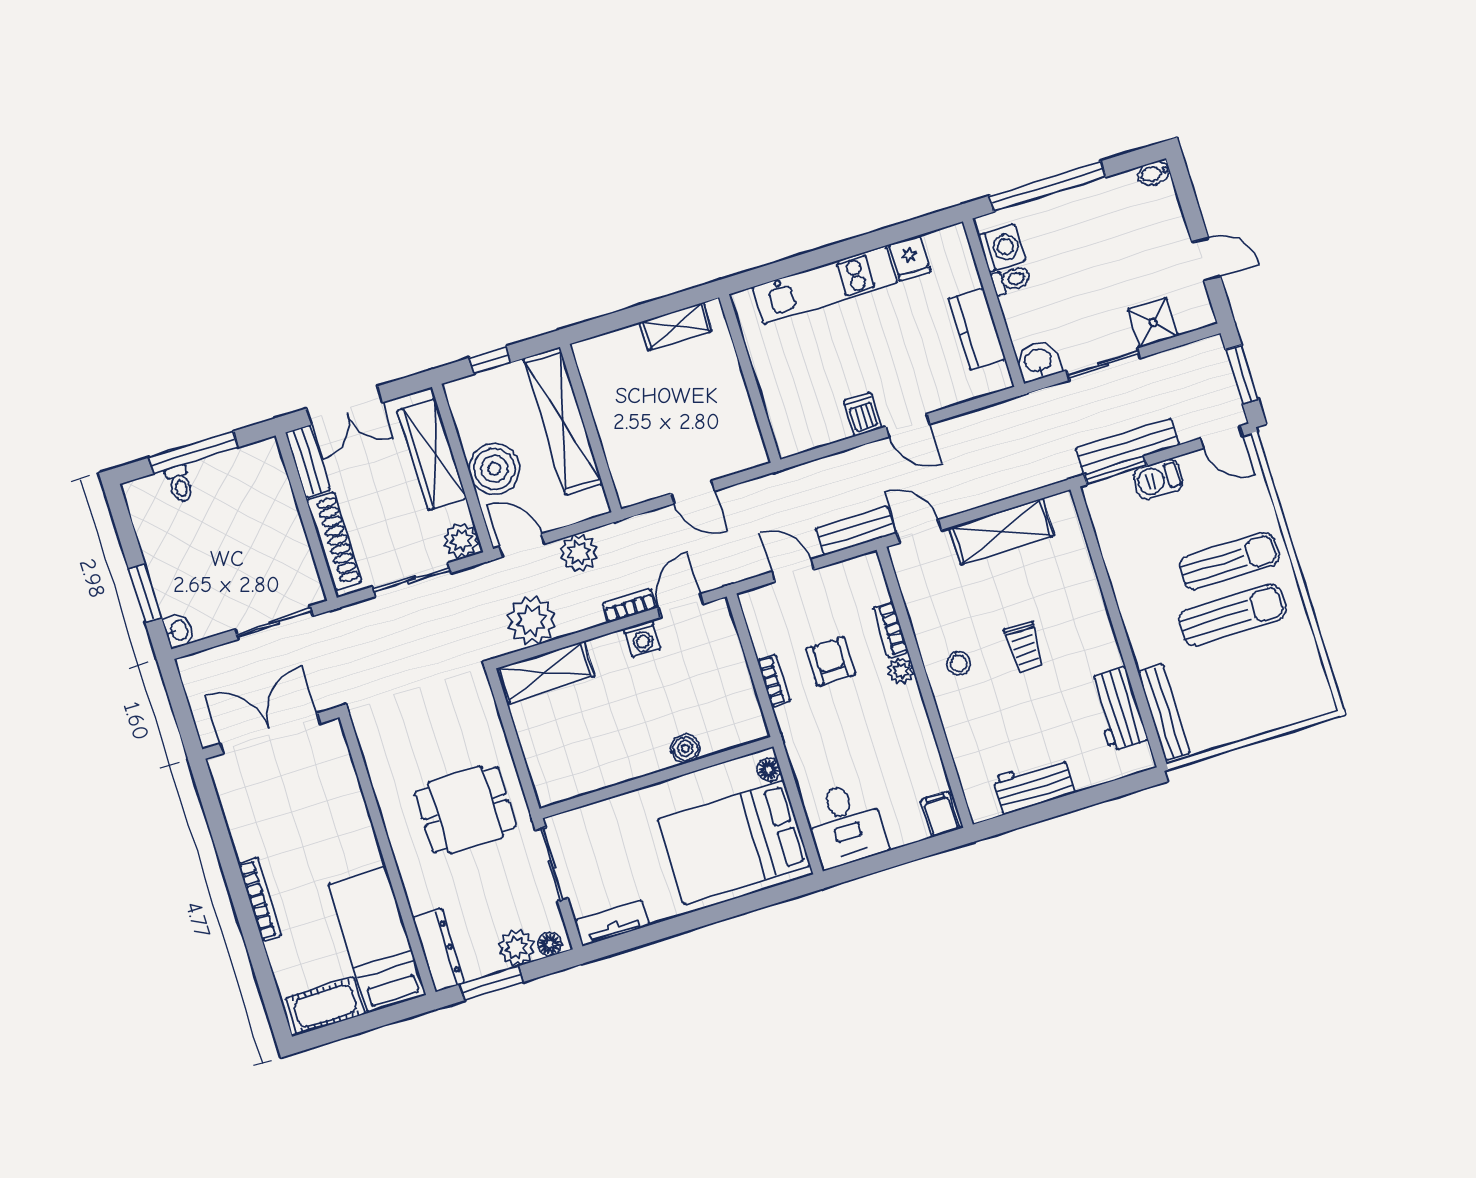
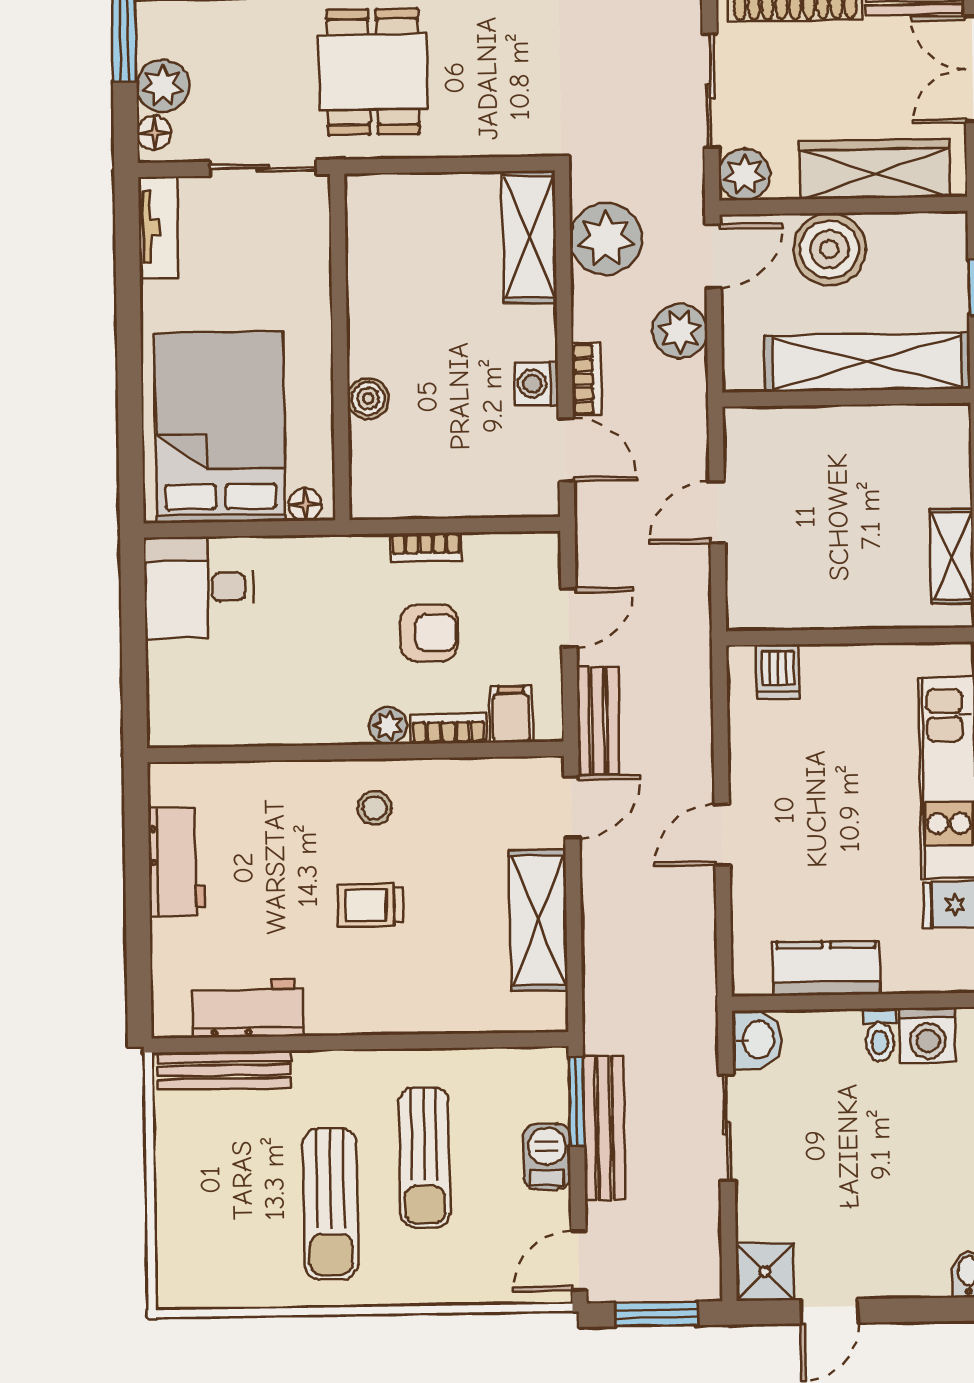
shower: (1153, 323) -> (765, 1272), moved
dishwasher: (863, 414) -> (778, 672), moved, turned 90
sun lounger: (1229, 561) -> (424, 1158), moved
filing cabinet: (940, 814) -> (511, 714), moved, turned -90

